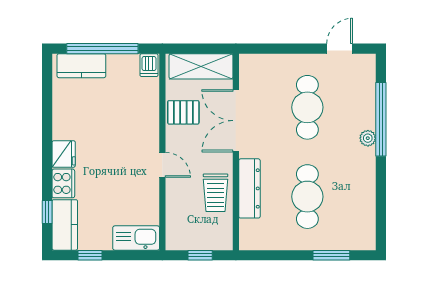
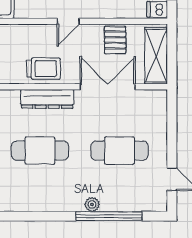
trolley: (215, 193) -> (43, 69), turned 180

